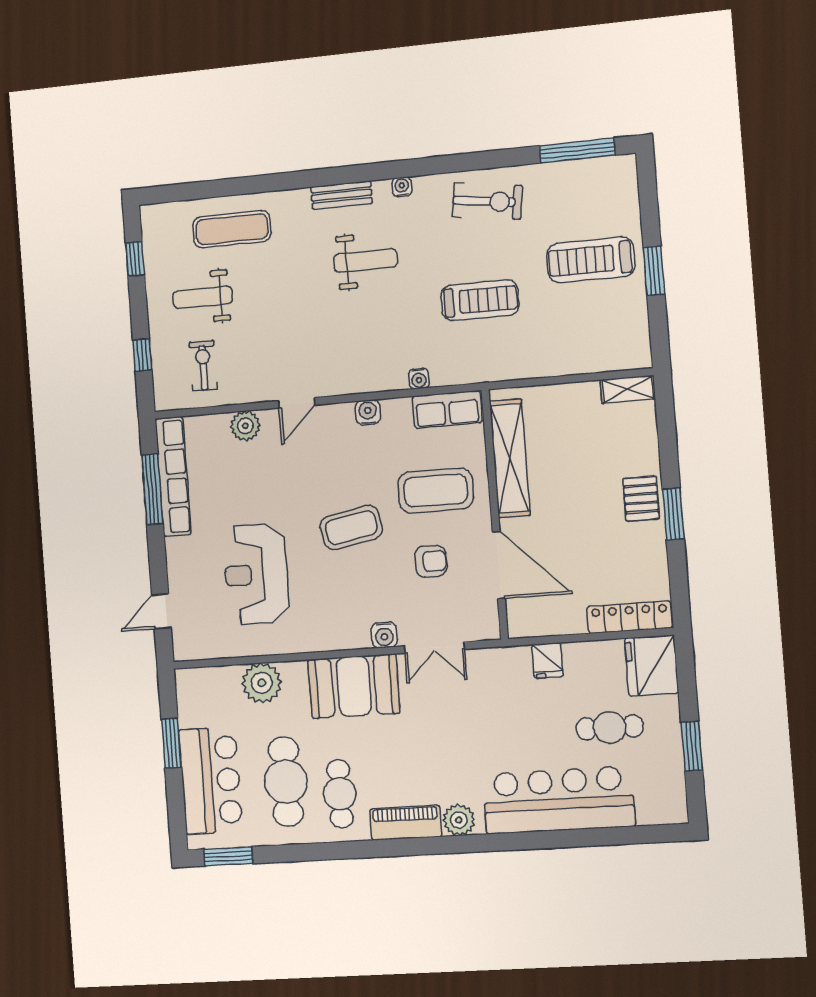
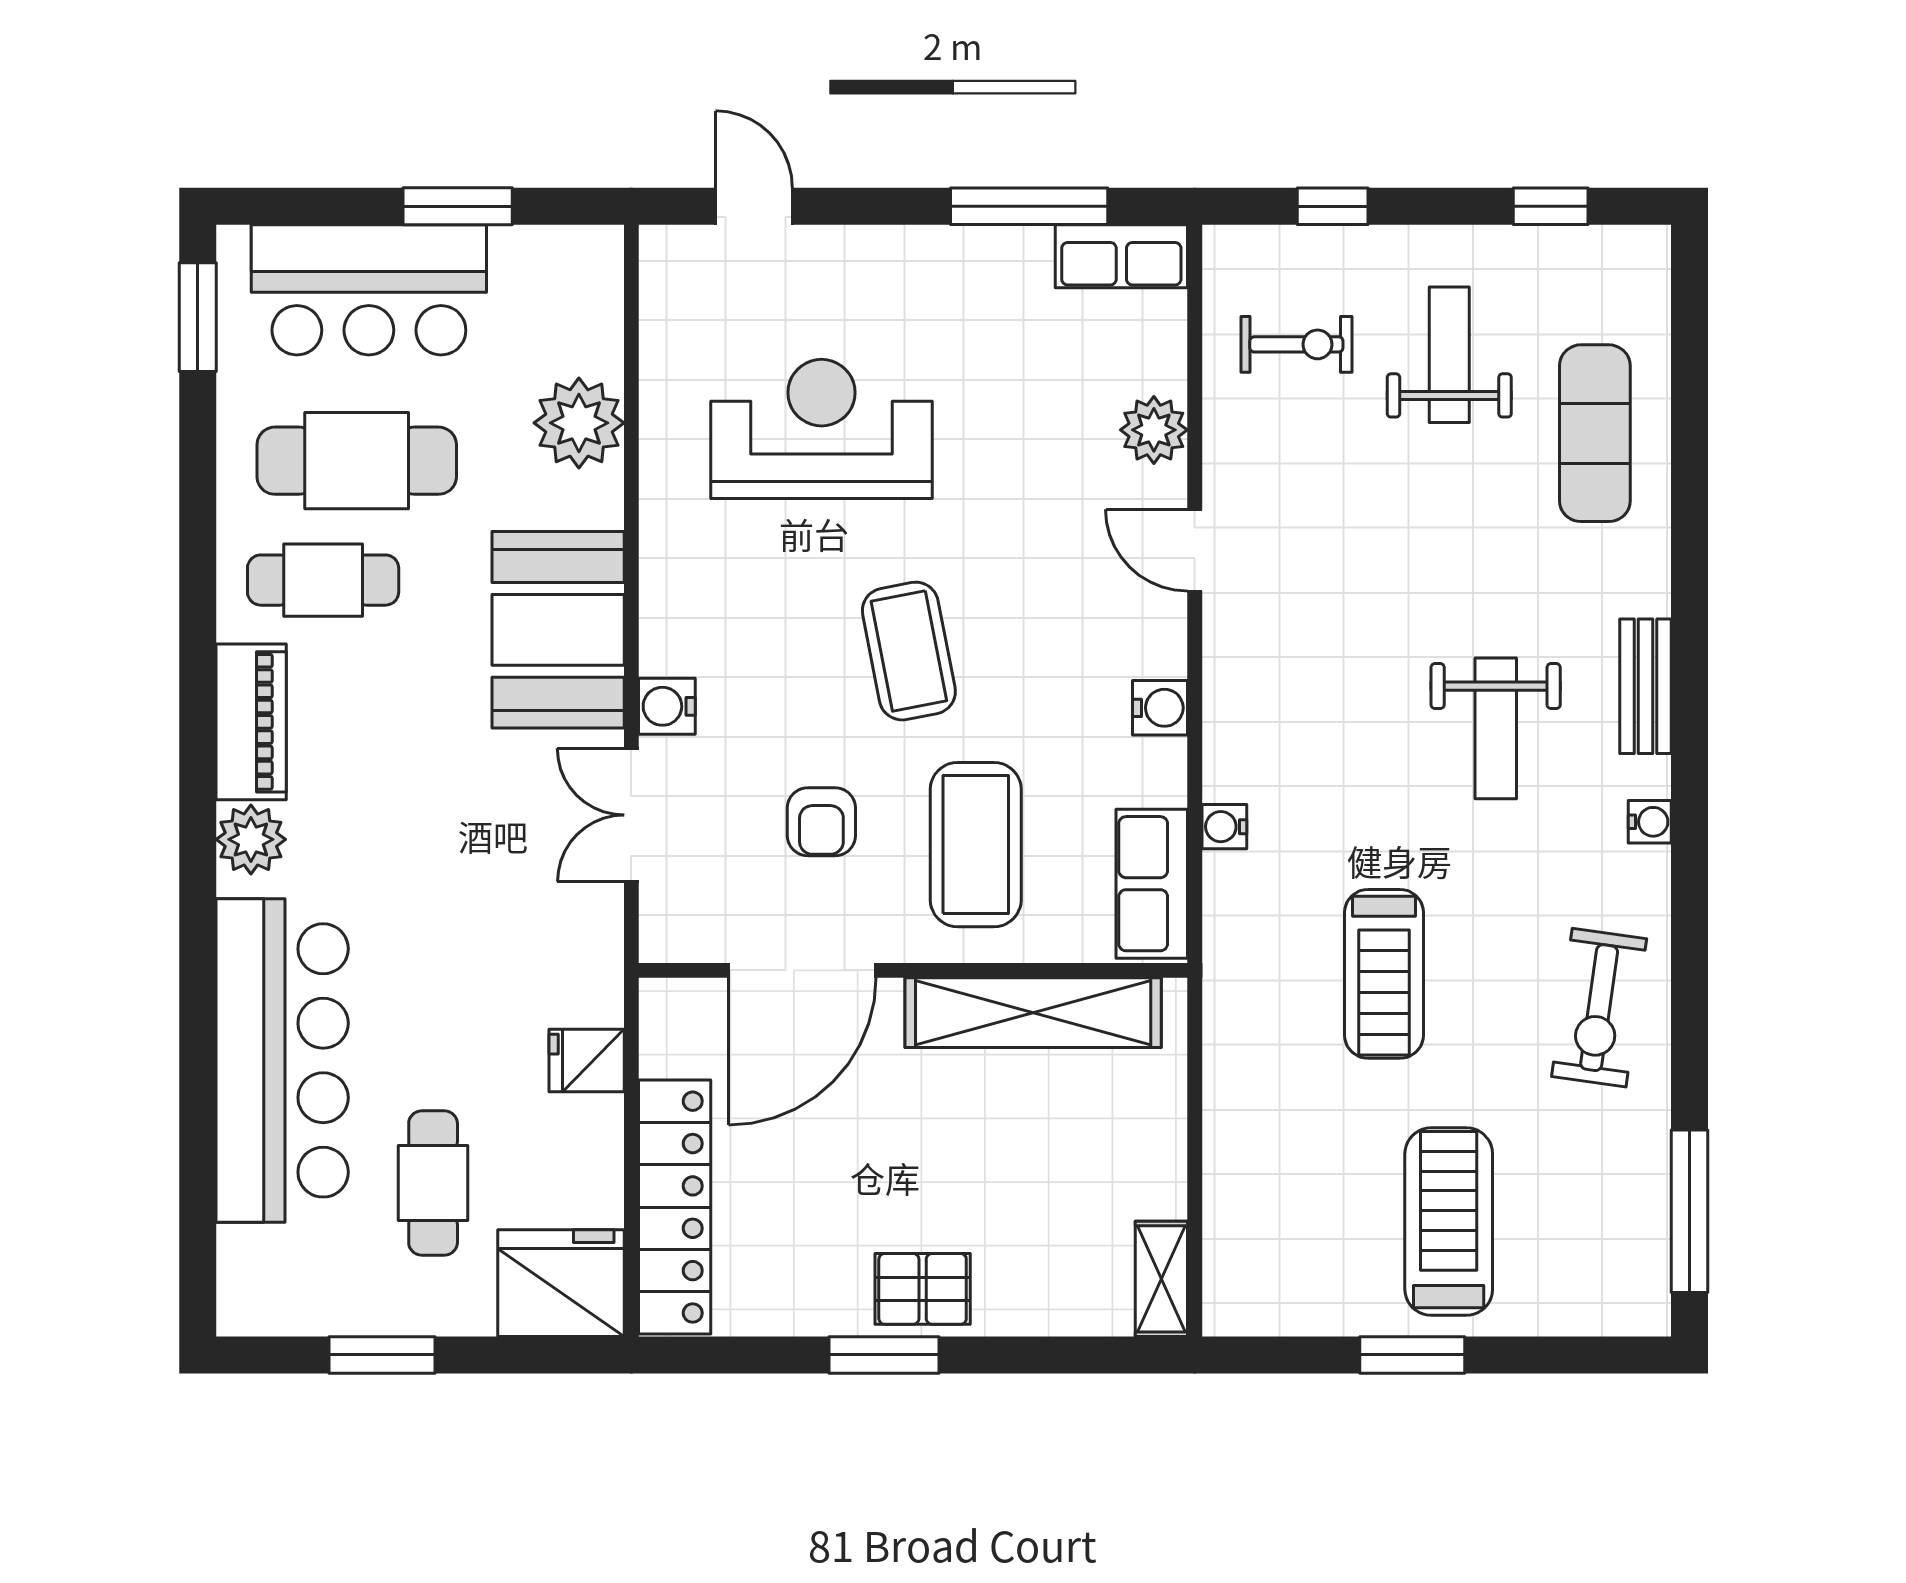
row of seats: (173, 476) -> (1121, 256), width x0.50
locker: (630, 617) -> (675, 1207), width x1.41, depth x1.21

